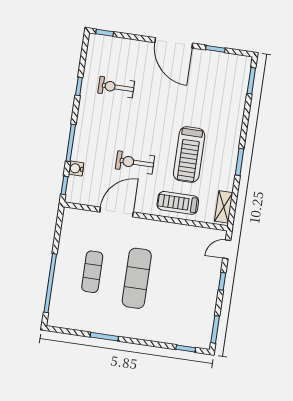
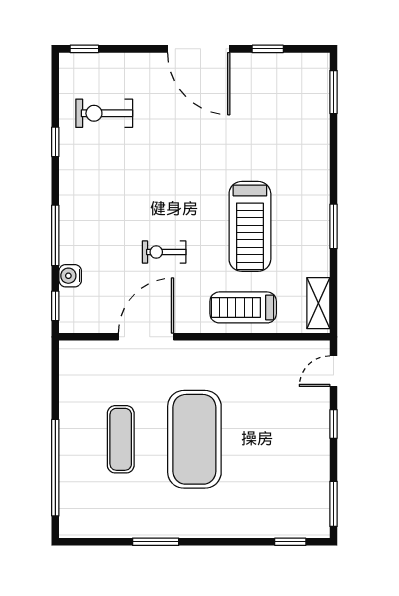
exercise bike: (116, 87) -> (104, 113), moved
exercise bike: (135, 162) -> (164, 252), width x0.73, depth x0.72
exercise mat: (137, 278) -> (194, 439), width x1.47

